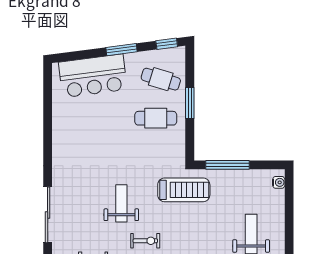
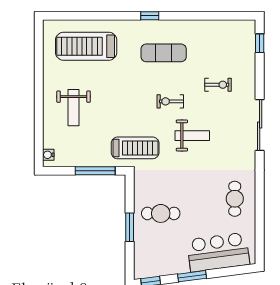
cafe table: (161, 79) -> (235, 199), moved, turned 73
treadmill: (184, 190) -> (135, 148), turned 180
weight bench: (121, 203) -> (192, 136), turned -90

